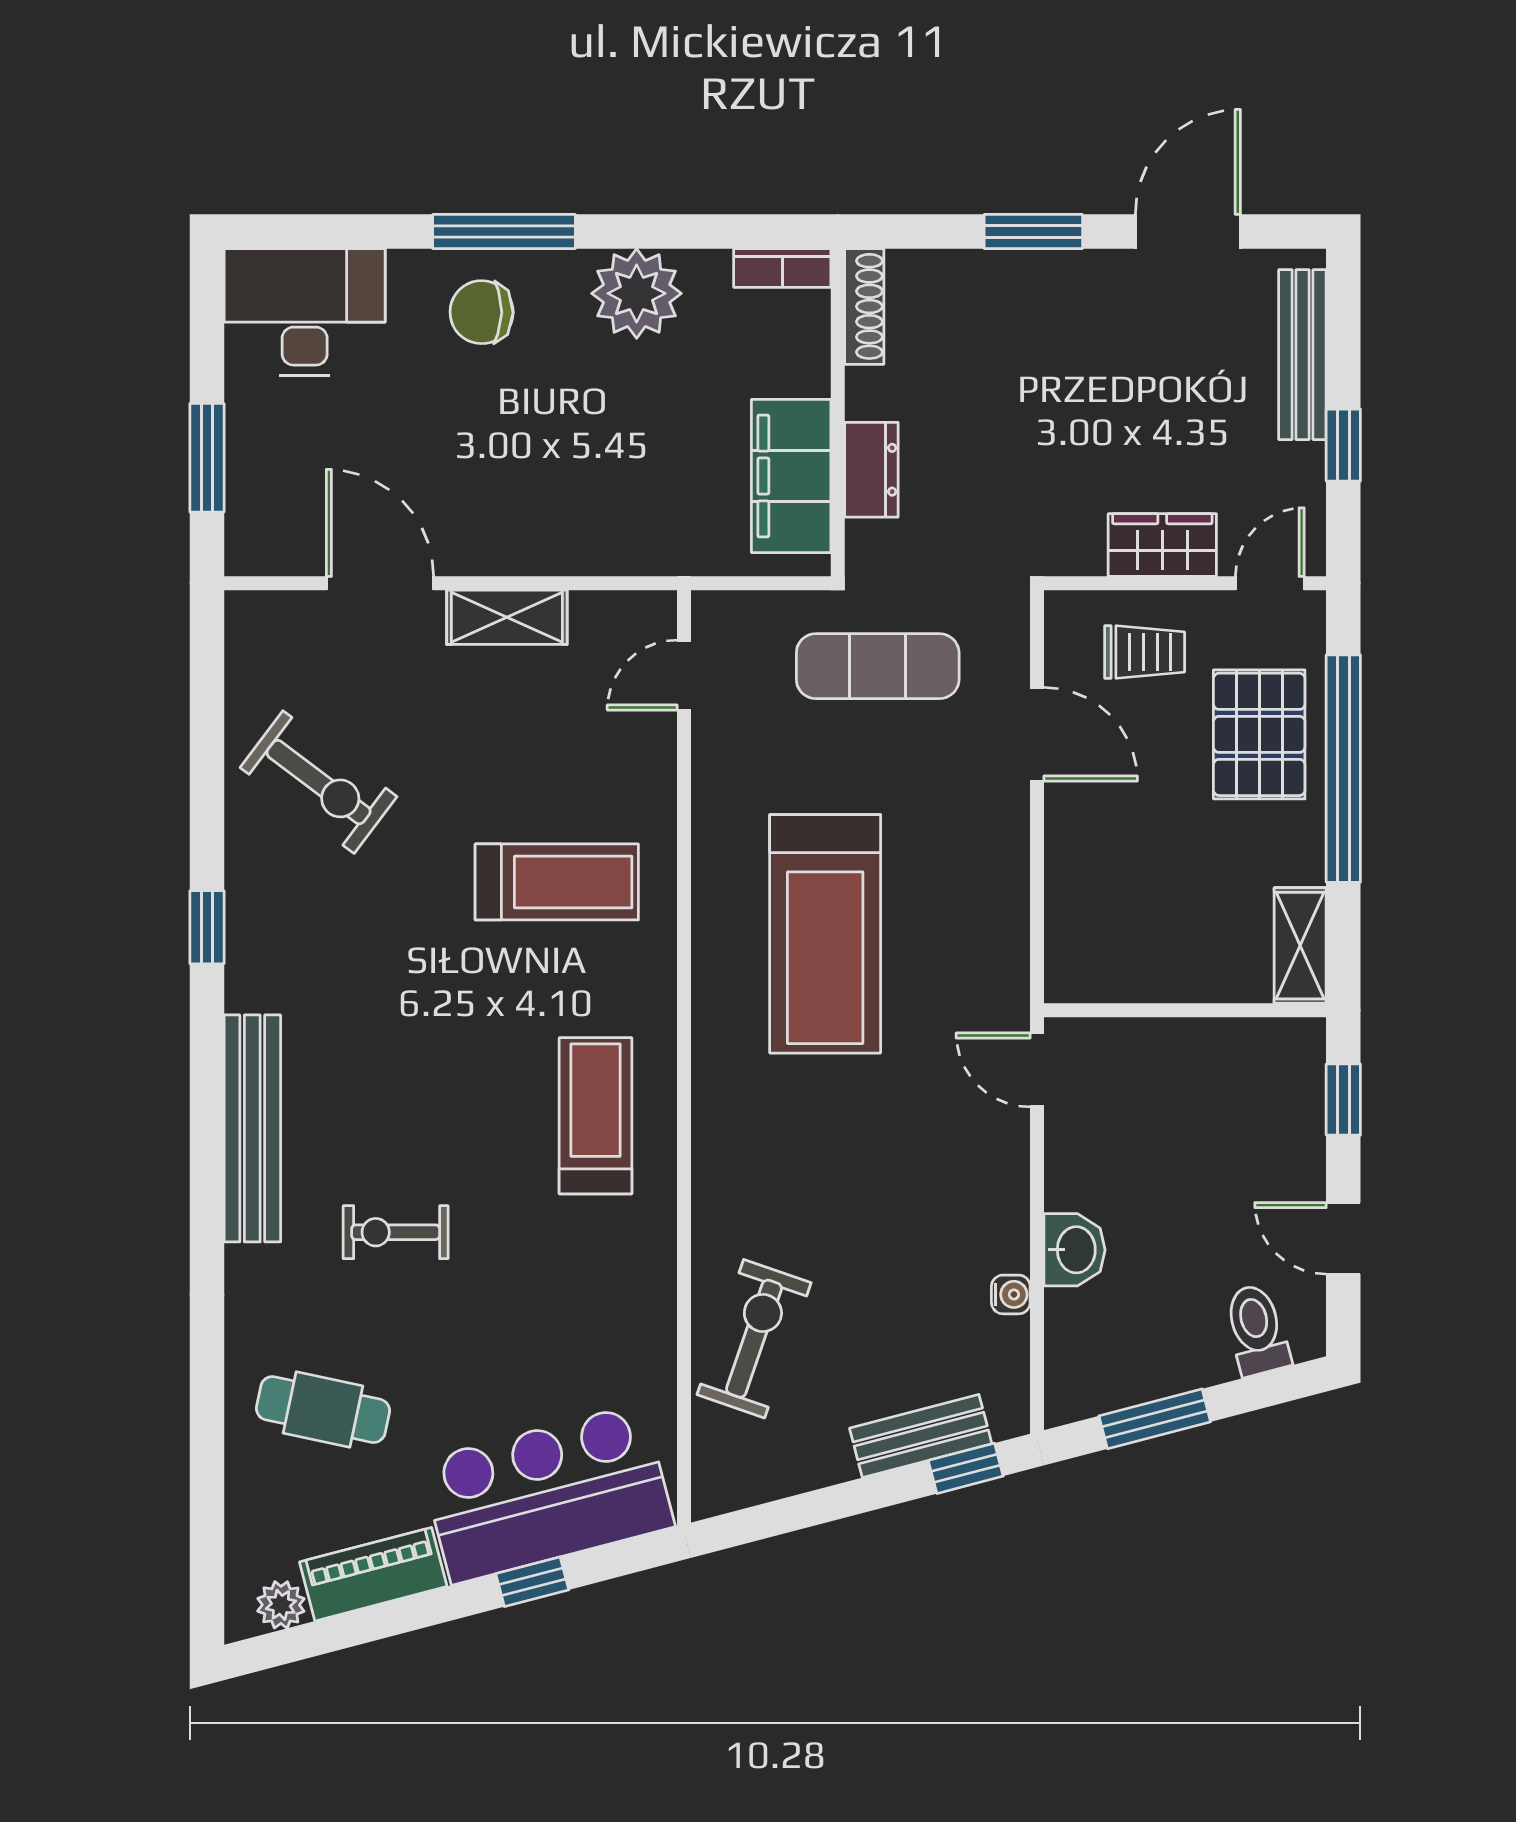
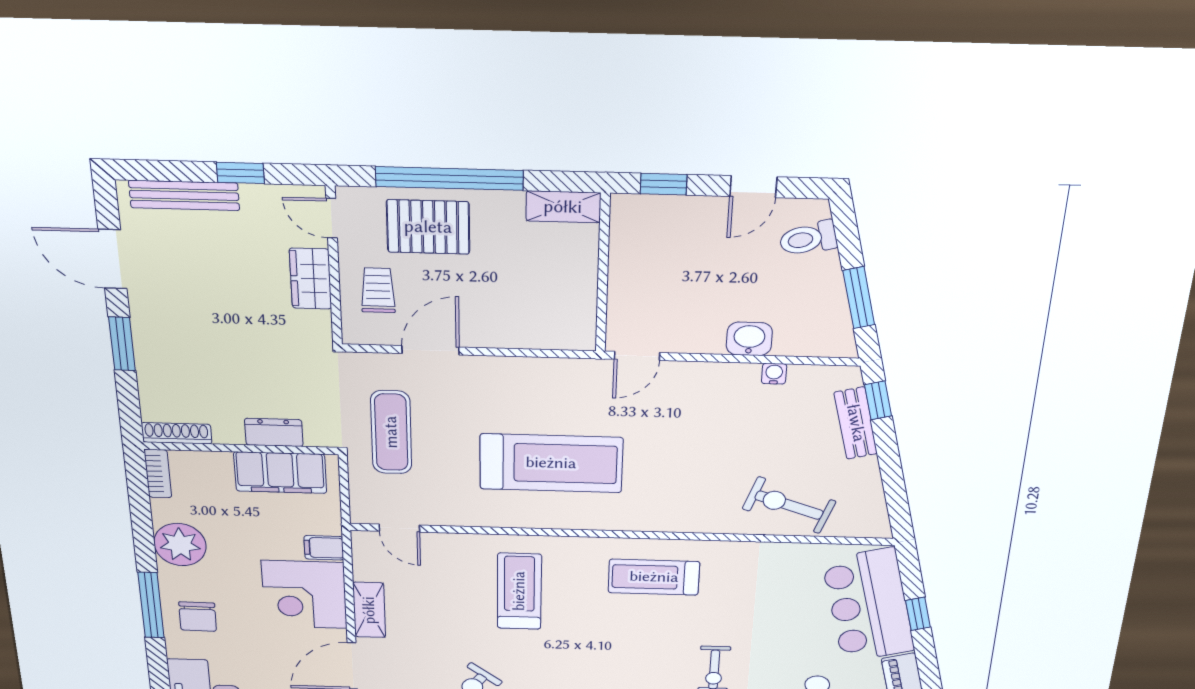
corner desk: (537, 504) -> (304, 595), added
filing cabinet: (638, 543) -> (324, 548), added

